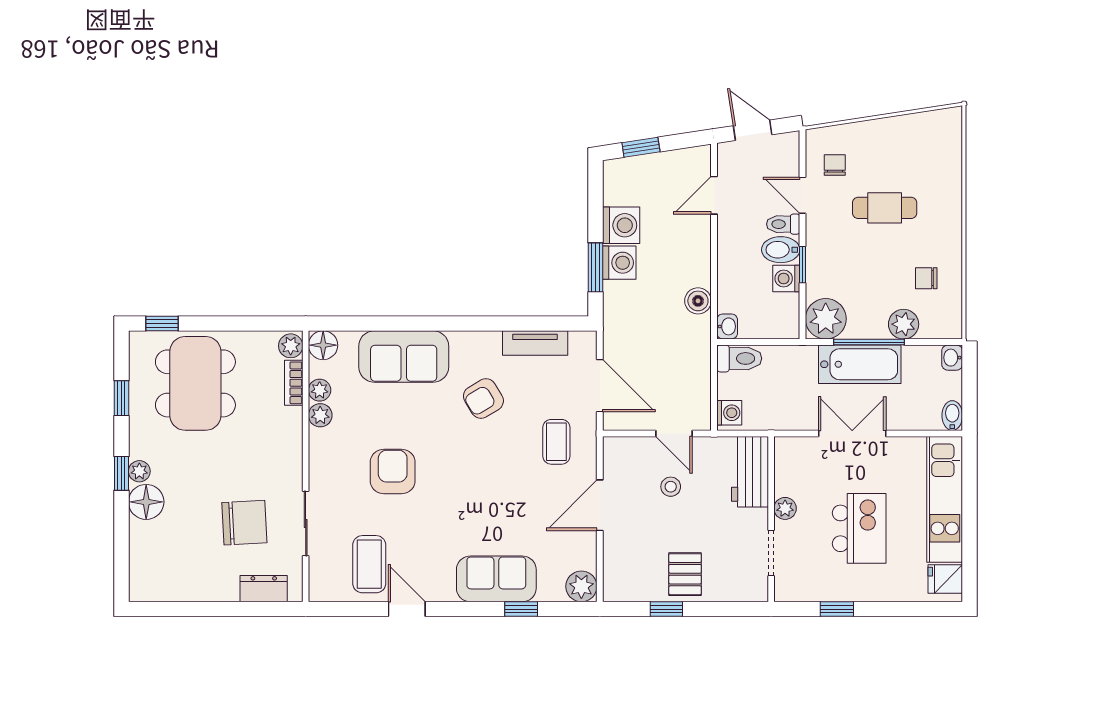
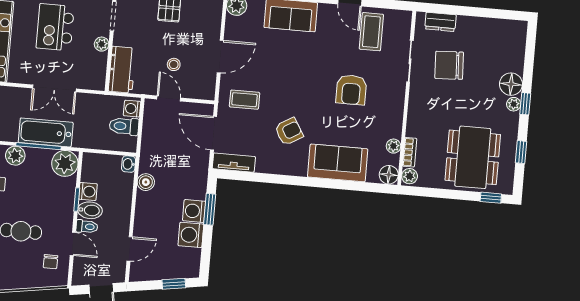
tv unit: (535, 343) -> (234, 163), moved
toilet: (739, 358) -> (124, 126), moved
plant: (320, 415) -> (394, 130), removed
coffee table: (556, 442) -> (245, 100), turned 90

